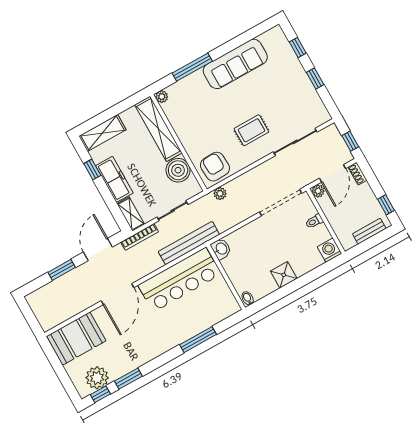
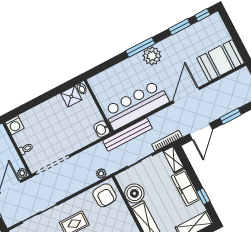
shower: (284, 275) -> (71, 96), moved
window: (198, 340) -> (140, 47), moved
plant: (97, 378) -> (152, 56), moved

